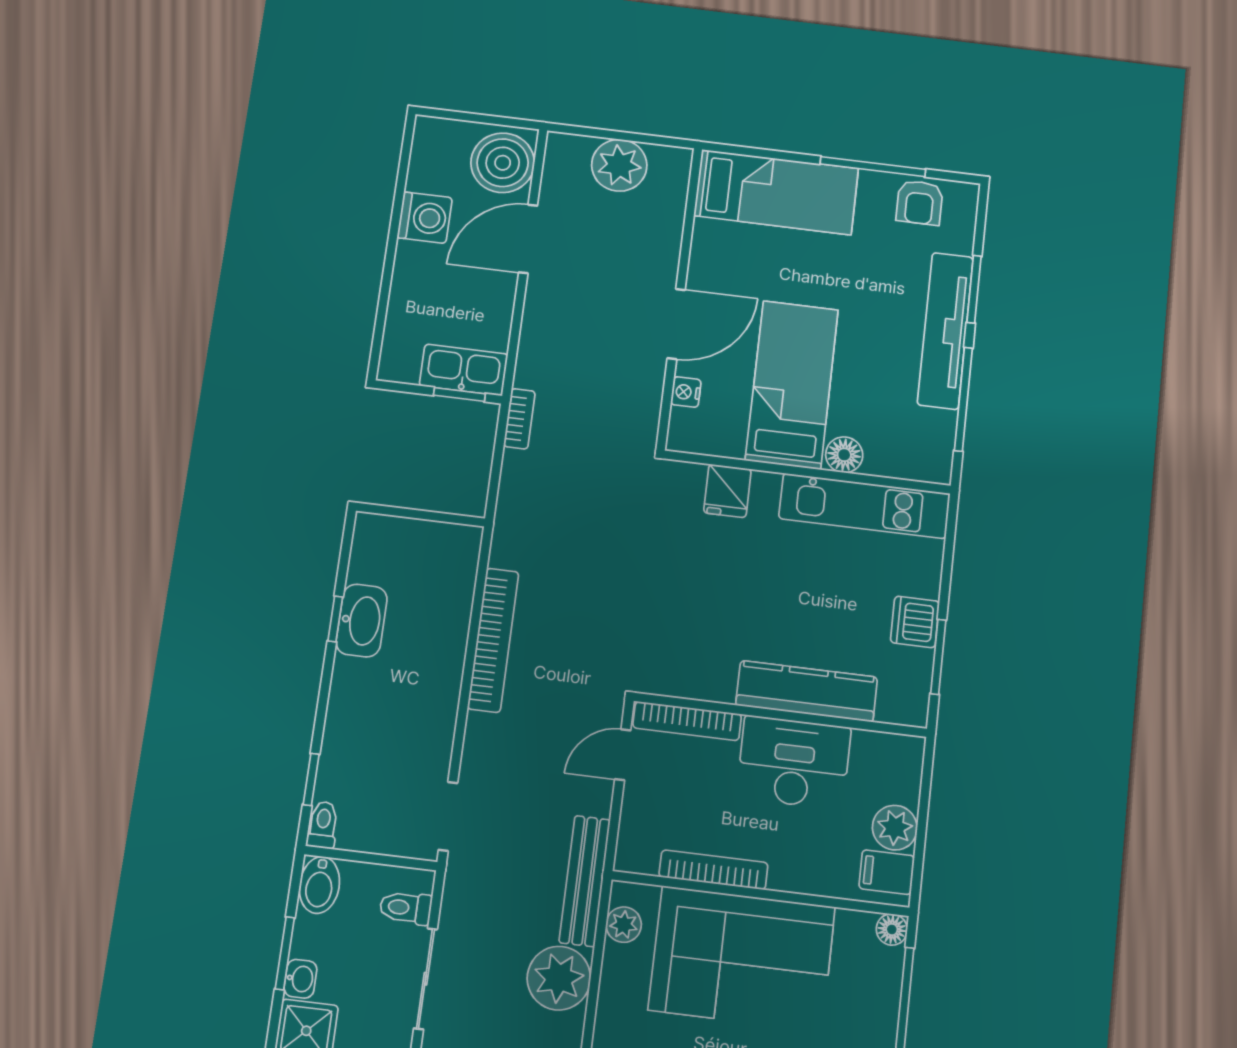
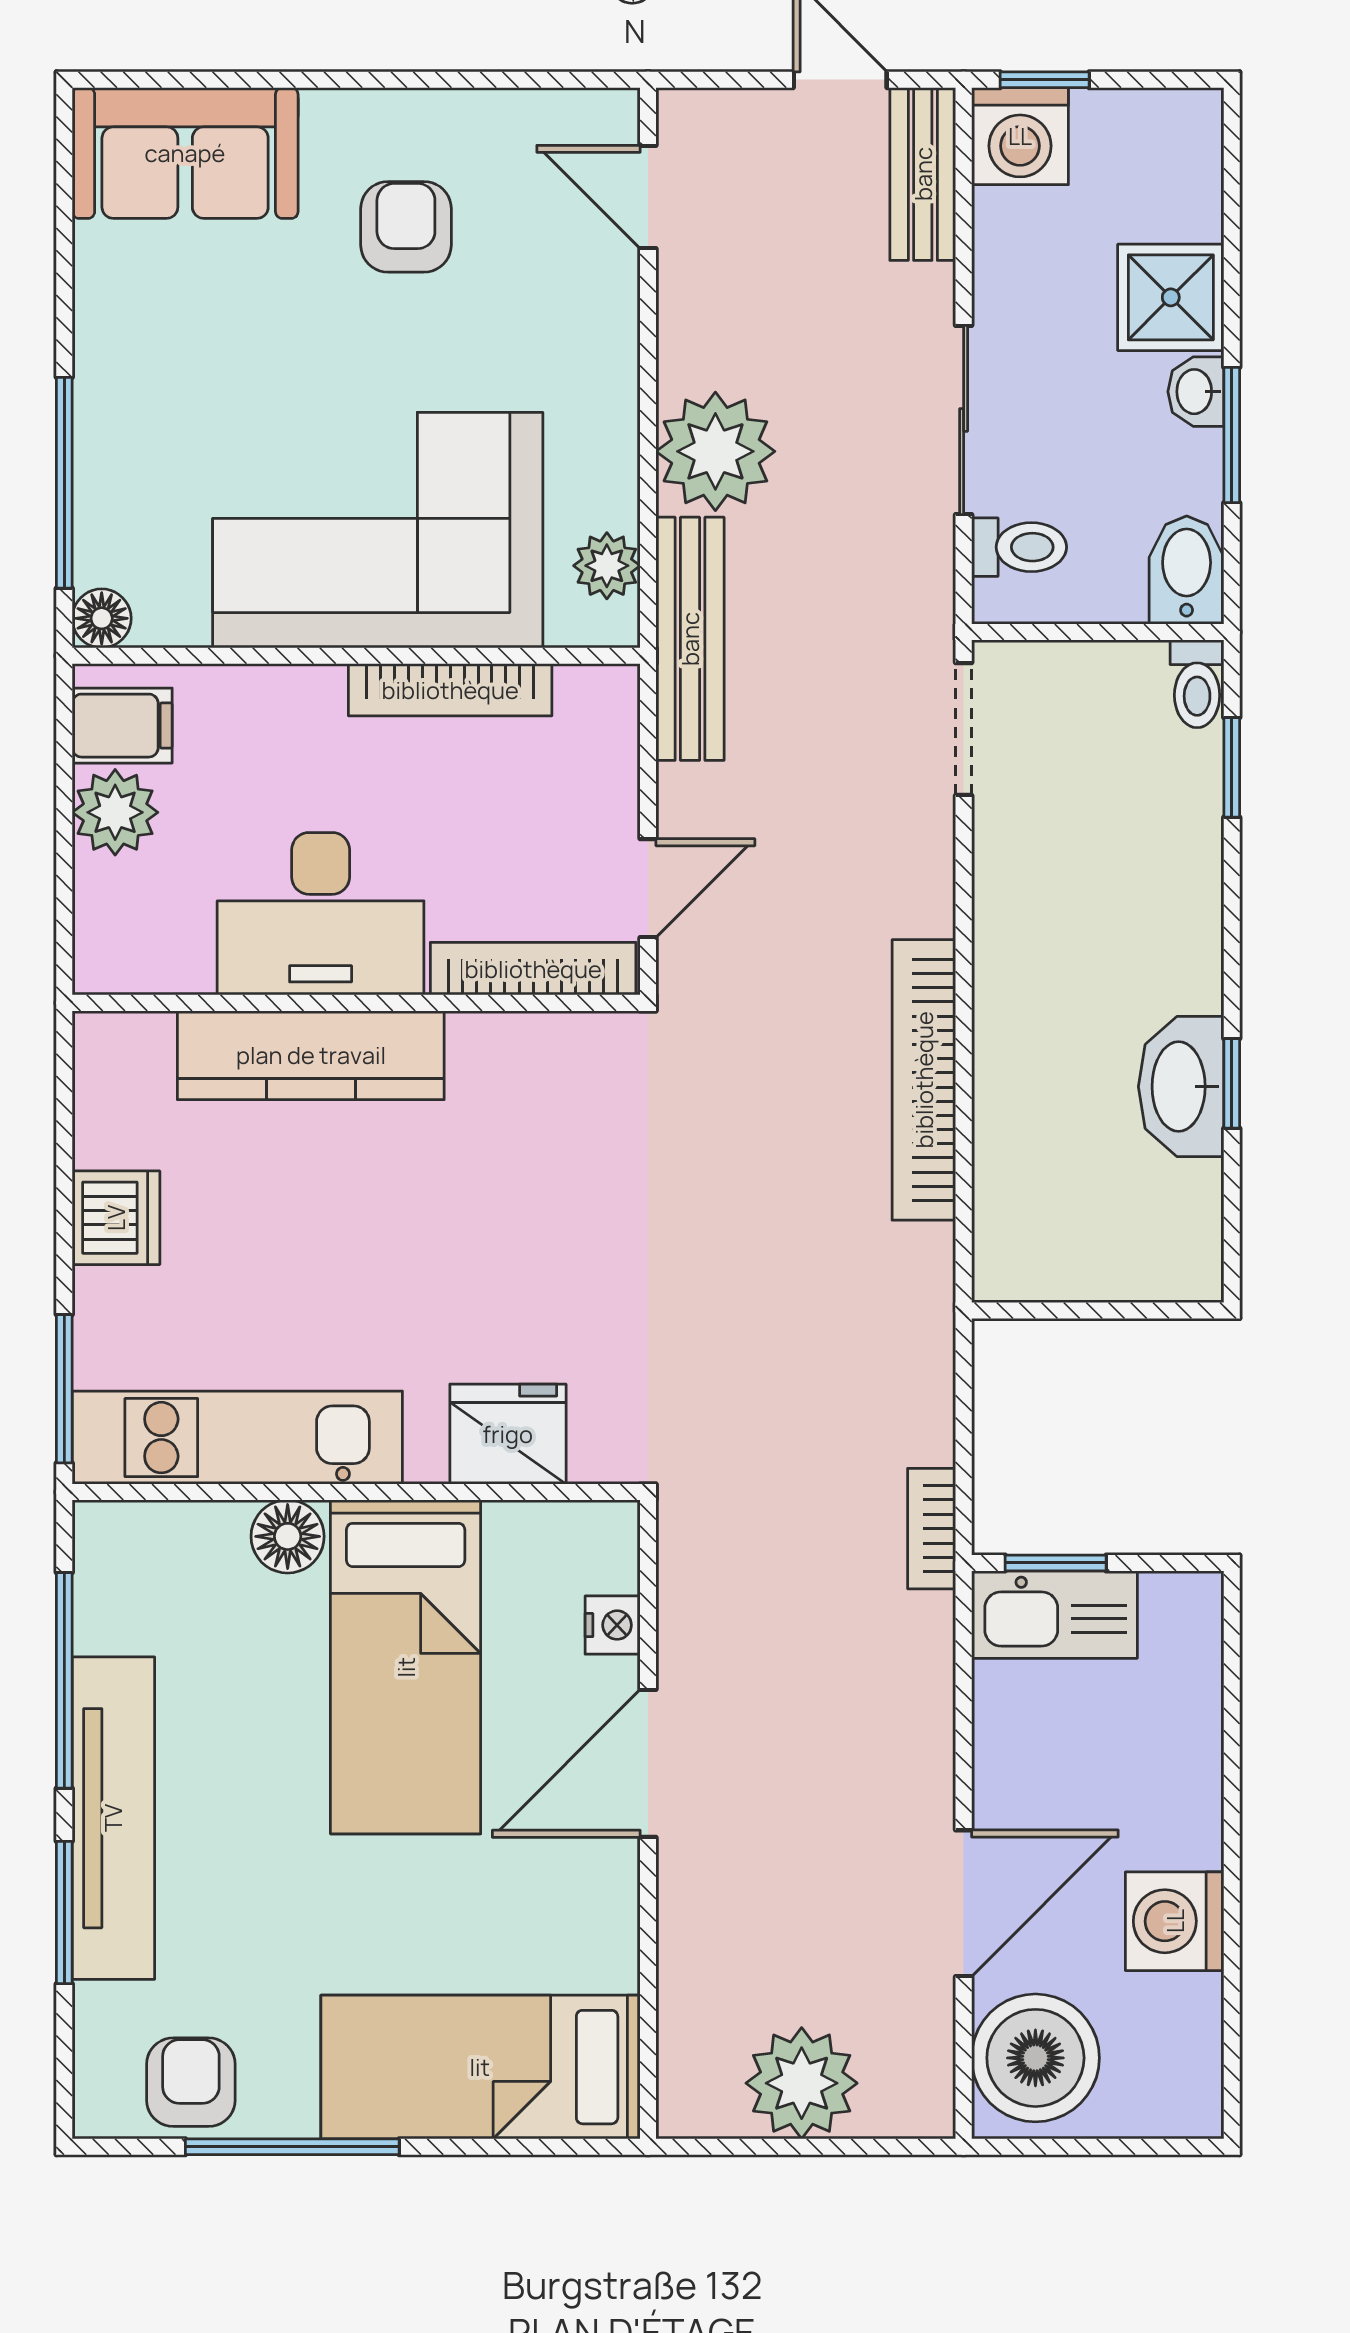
fridge: (727, 491) -> (508, 1434), width x1.38
window: (938, 657) -> (64, 1389), moved

